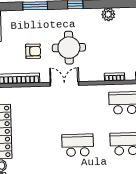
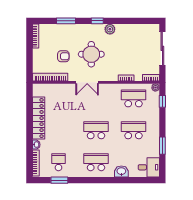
plant: (108, 14) -> (110, 29), moved
double door: (64, 84) -> (87, 82), swing flipped

